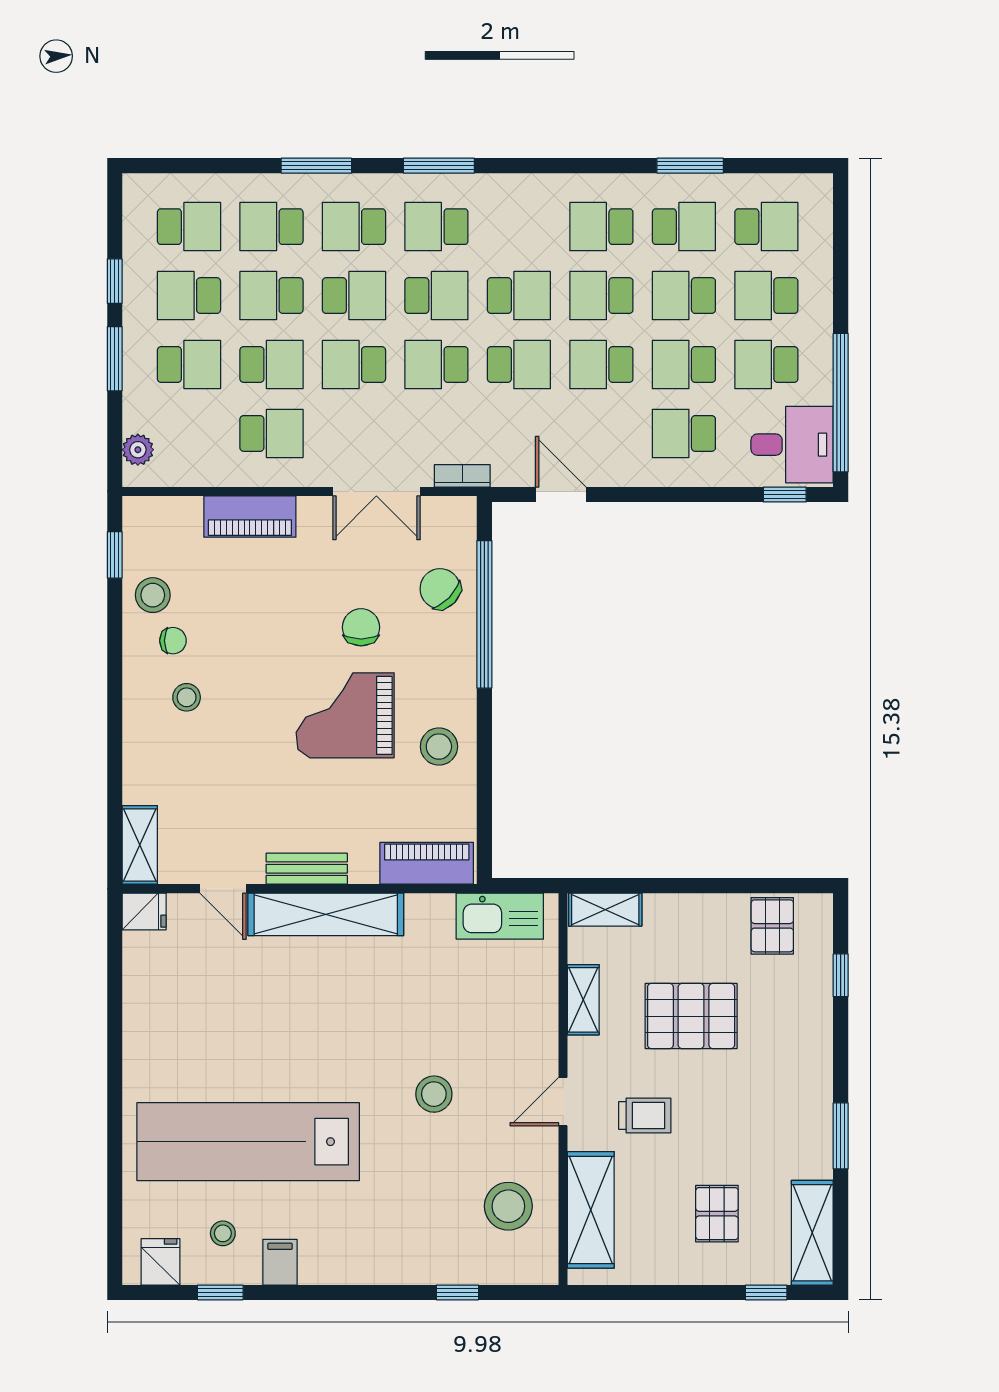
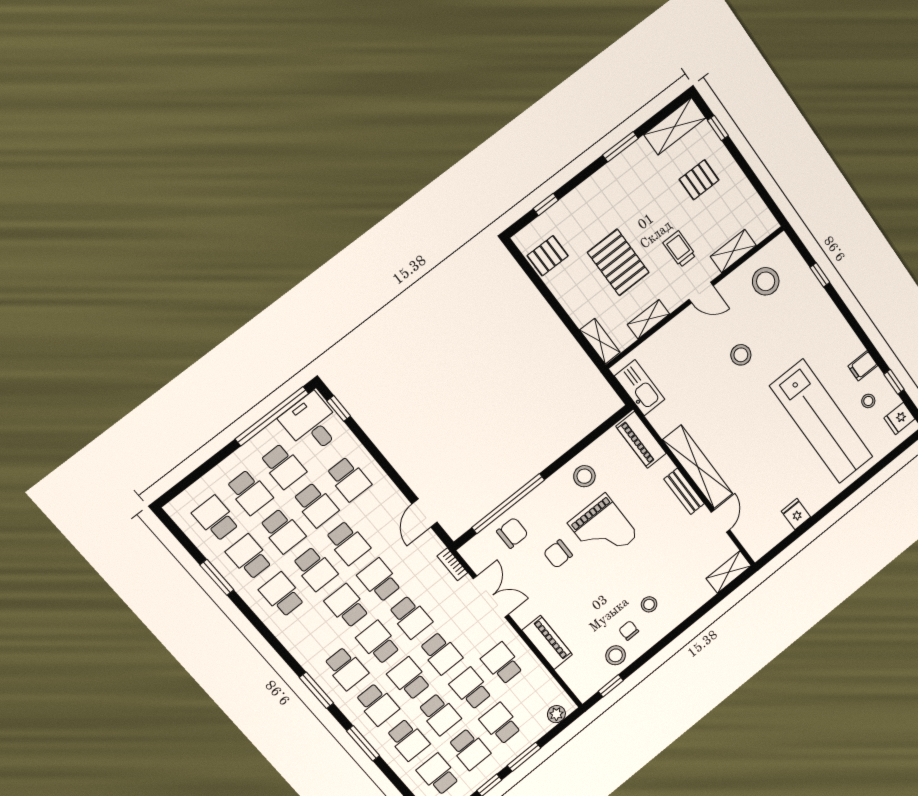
school desk: (601, 227) -> (282, 595), turned 180
chair: (440, 589) -> (512, 533), turned -134
fridge: (144, 912) -> (796, 514), moved
shelving: (591, 1210) -> (733, 251), width x0.67, depth x0.75

